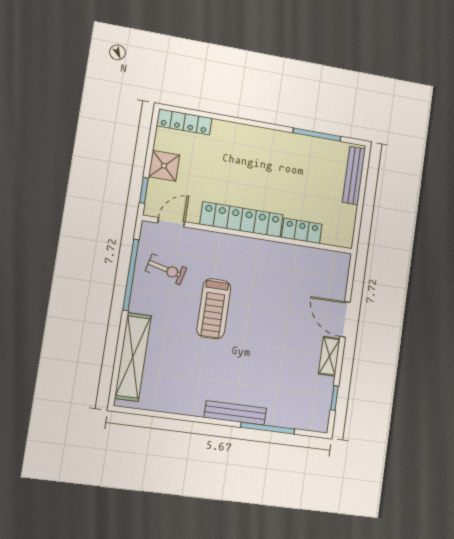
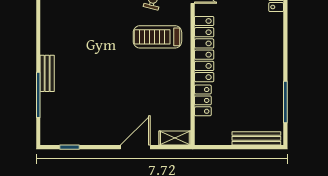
treadmill: (214, 309) -> (157, 37), moved
shelving: (329, 356) -> (175, 138), moved
bench: (235, 413) -> (47, 73), width x0.73

